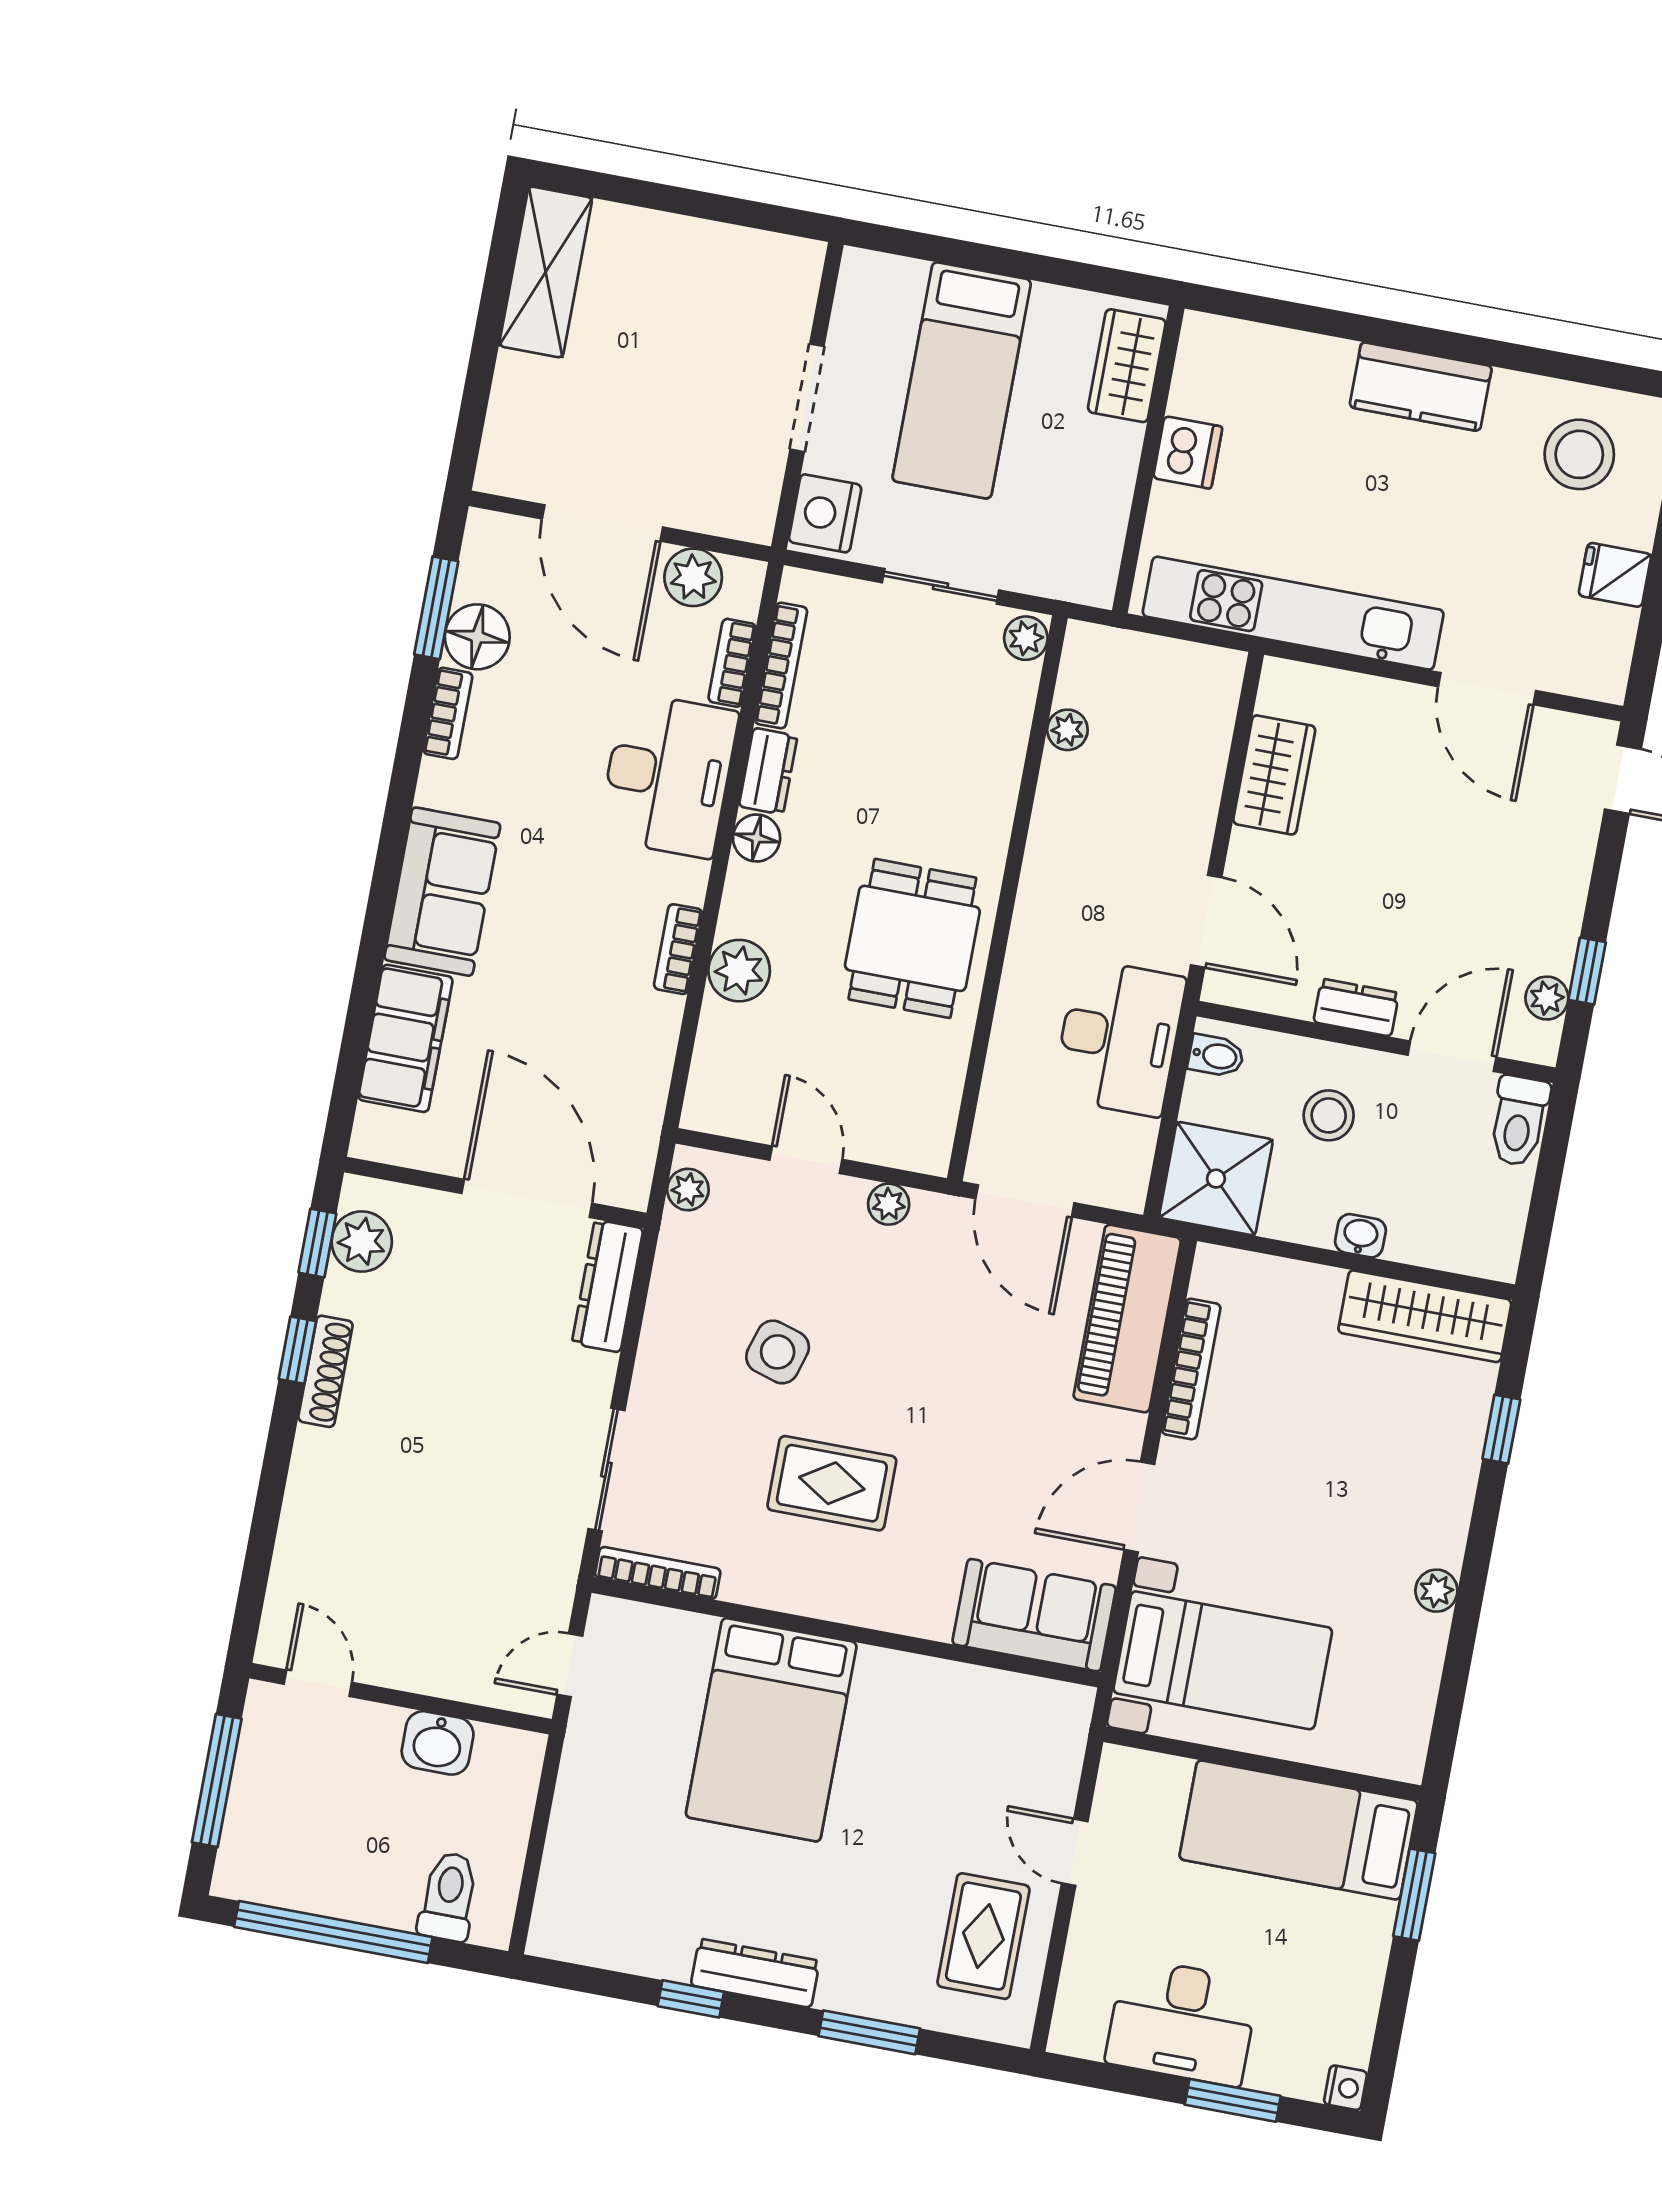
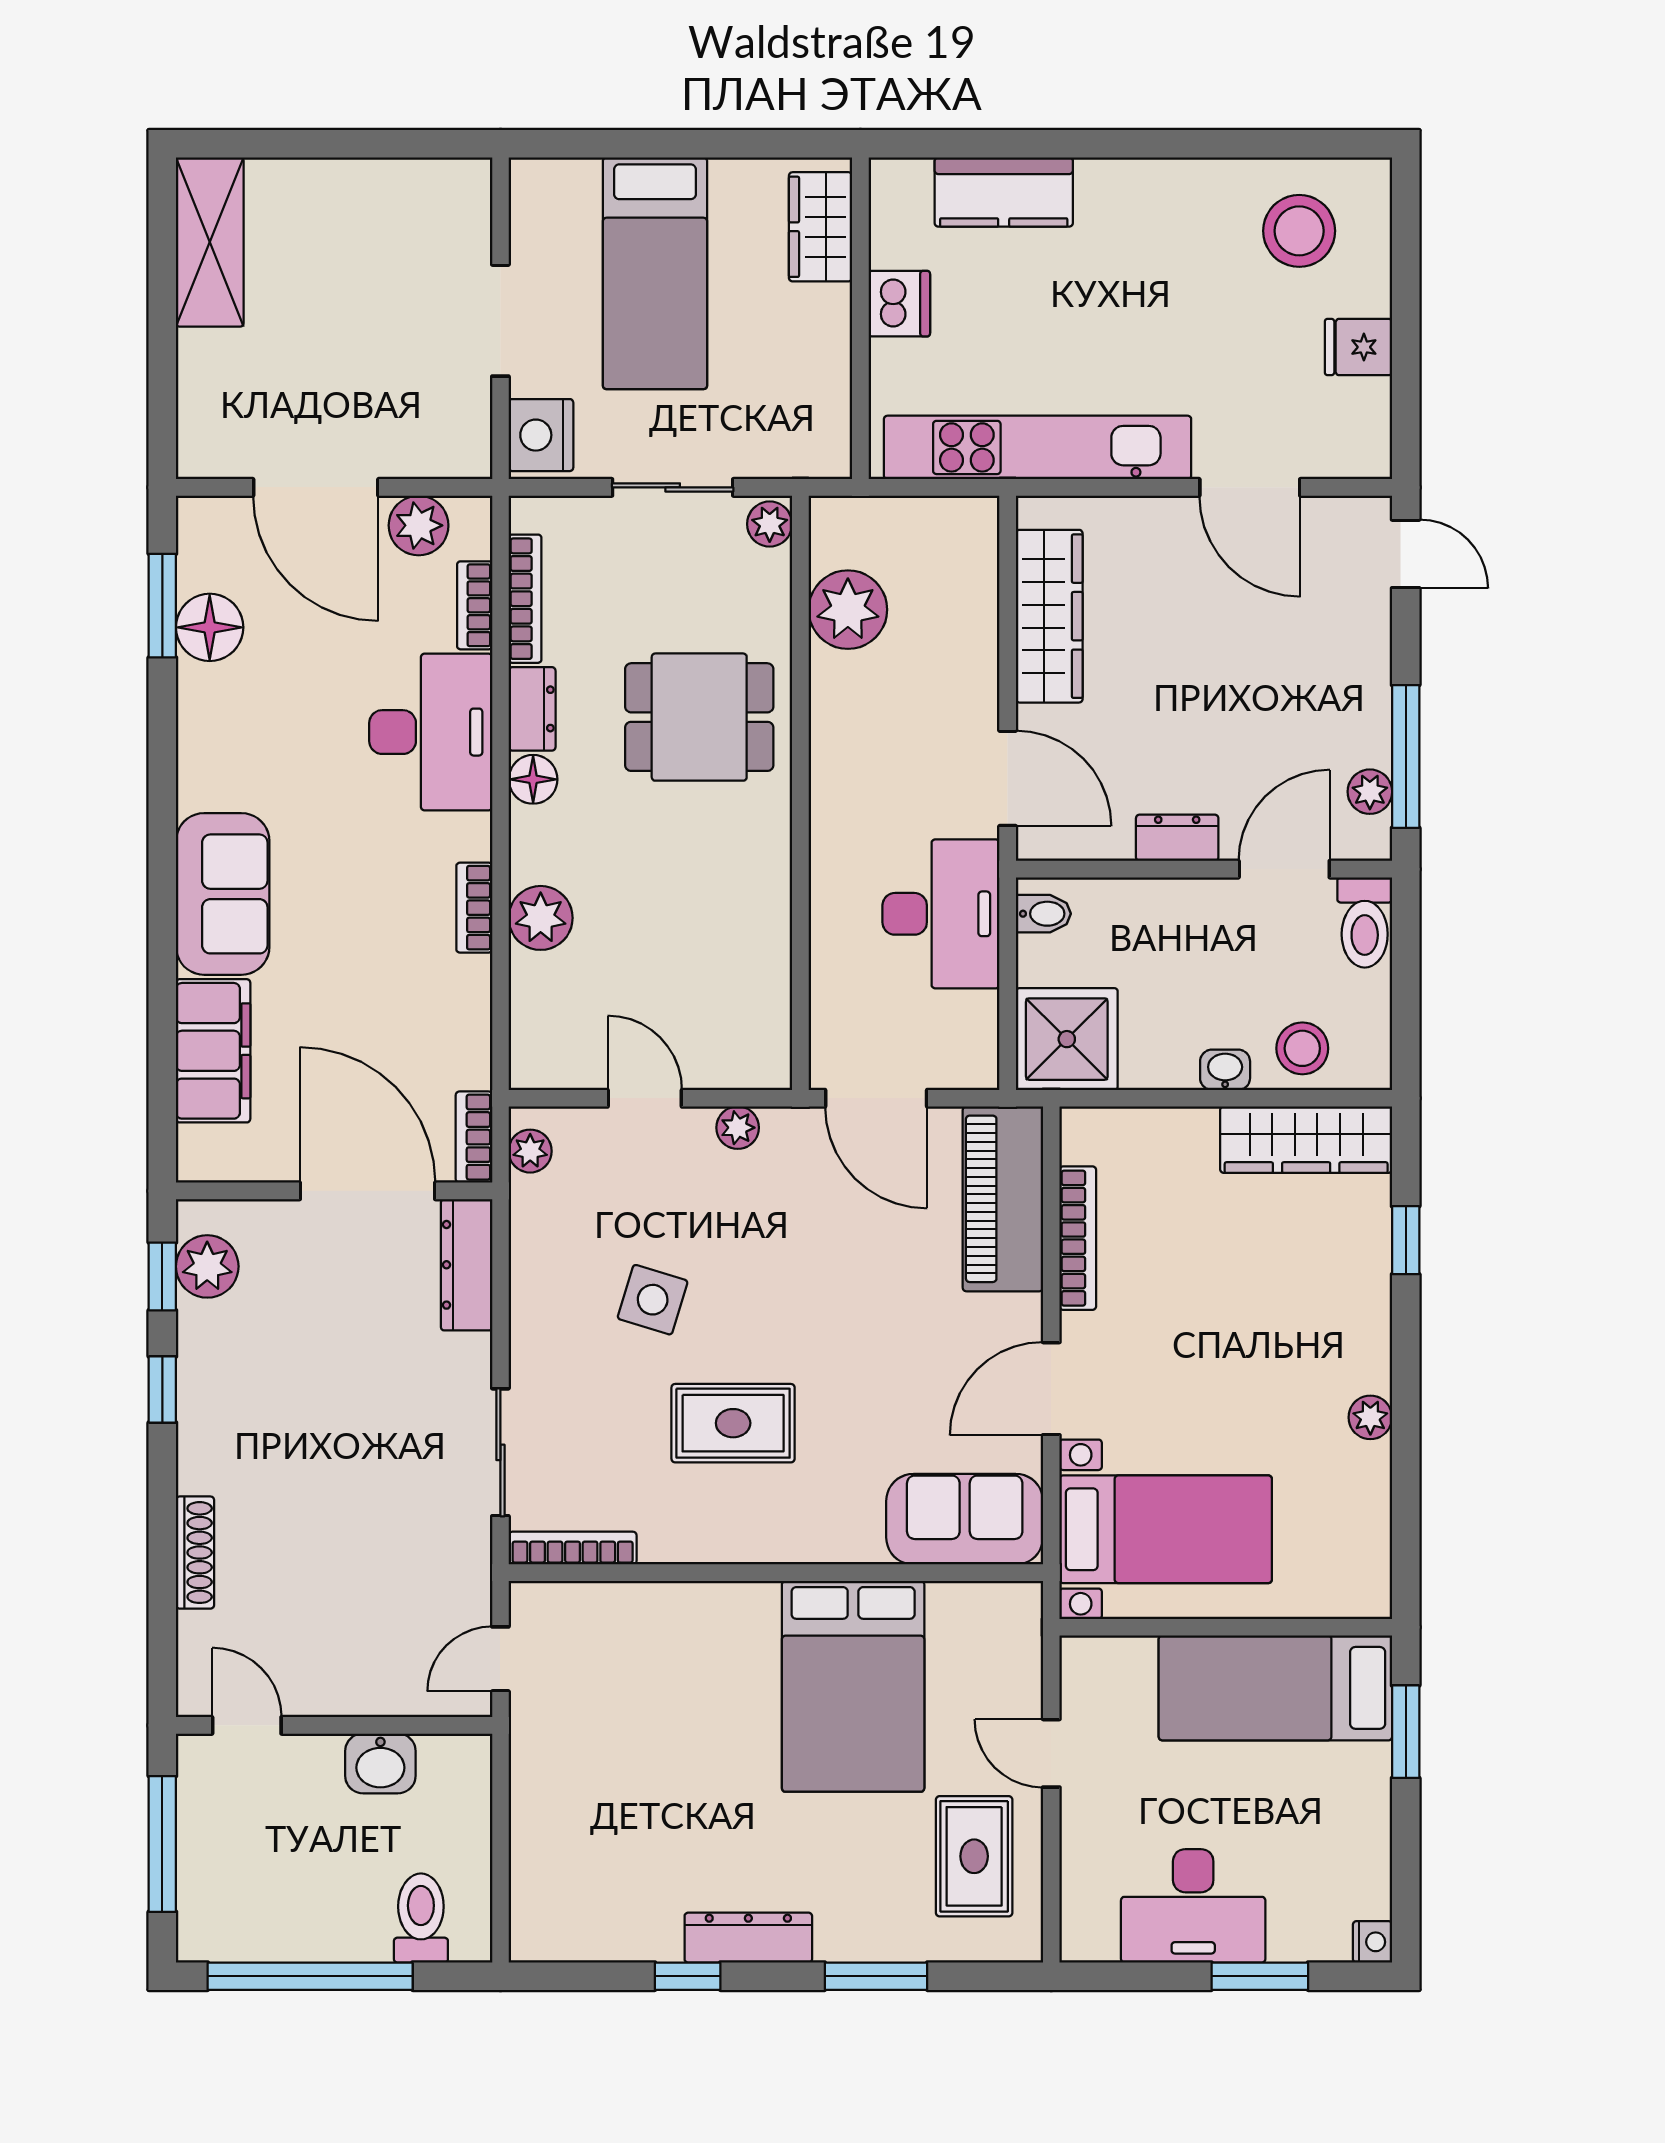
kitchen counter: (1421, 387) -> (1004, 192), moved
bookcase: (448, 713) -> (474, 1137), moved, turned 180
plant: (1067, 730) -> (848, 610), width x1.87, depth x1.87
wardrobe: (1274, 775) -> (1049, 616), width x1.50
dining table: (912, 938) -> (699, 717), moved, turned 90
window: (1587, 971) -> (1406, 756), width x2.17
stool: (1329, 1115) -> (1302, 1048), moved
shoe rack: (325, 1371) -> (195, 1553), moved
bed: (771, 1730) -> (853, 1686), moved

